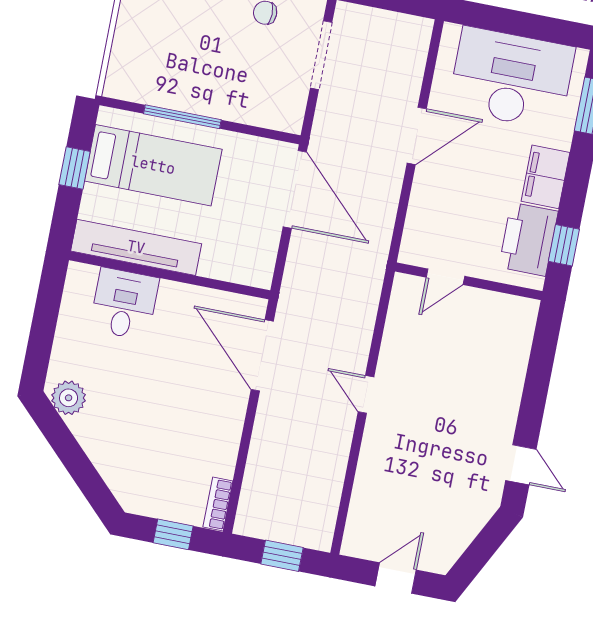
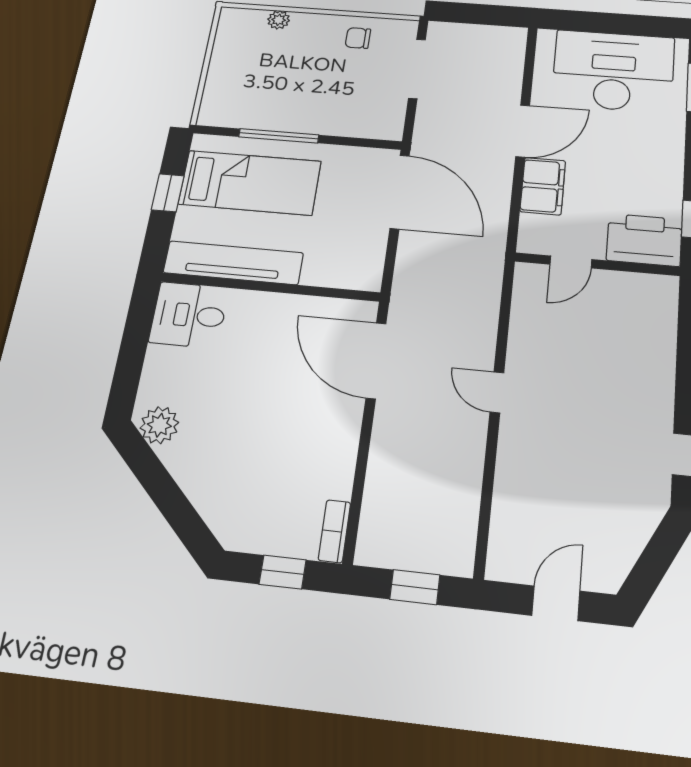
filing cabinet: (545, 177) -> (543, 186), moved, turned 180
printer: (528, 239) -> (644, 240), moved, turned 90
desk: (124, 304) -> (189, 315), moved, turned -90

